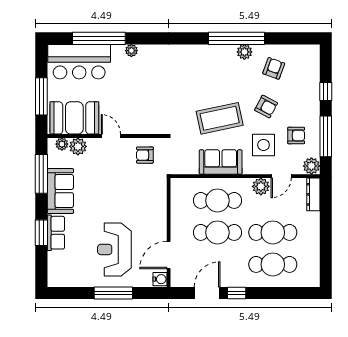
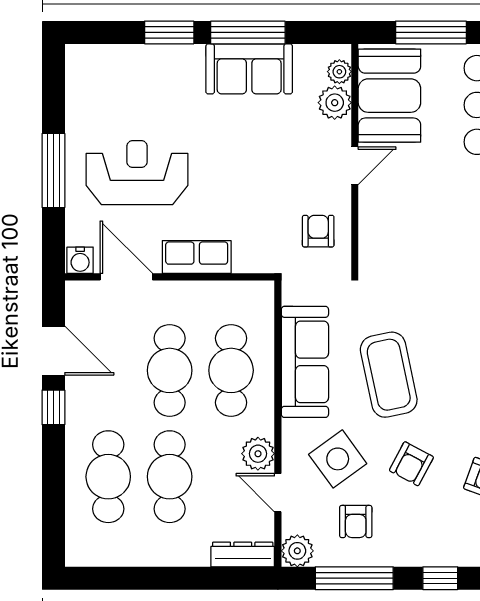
side table: (264, 145) -> (338, 459), turned -36
sofa: (221, 162) -> (305, 362), width x1.36
window: (41, 174) -> (248, 32), moved
row of seats: (56, 233) -> (197, 257), moved, turned 180

